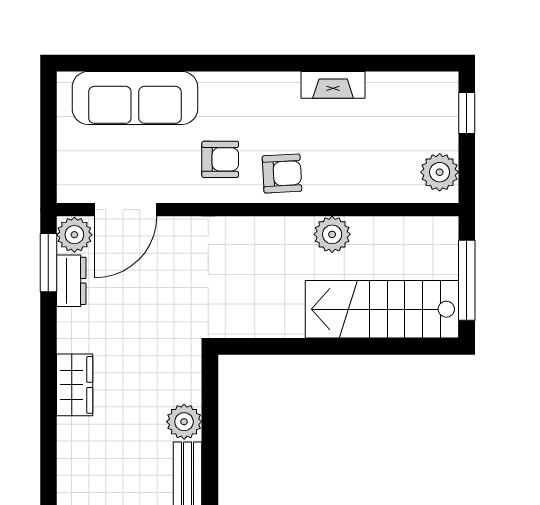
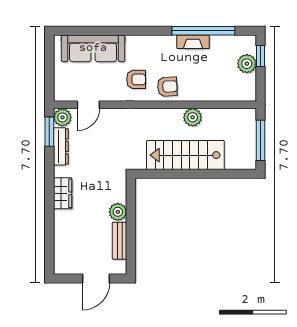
window: (354, 63) -> (203, 31), added
plant: (440, 172) -> (247, 64), moved
door: (126, 210) -> (88, 105), width x0.73
dresser: (71, 281) -> (61, 146), width x1.44
stairs: (382, 309) -> (185, 155), moved

